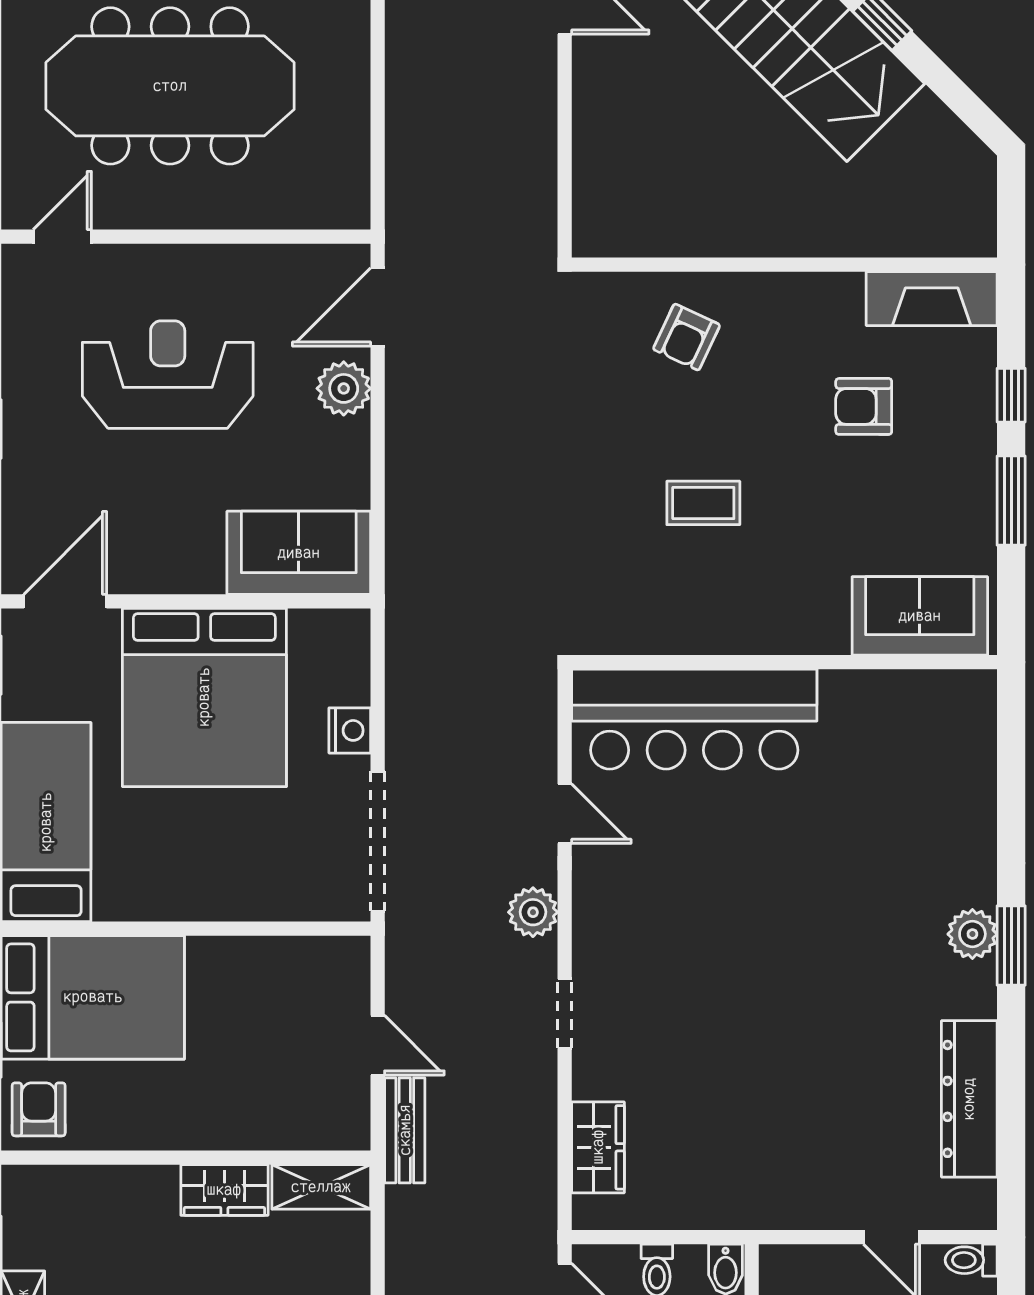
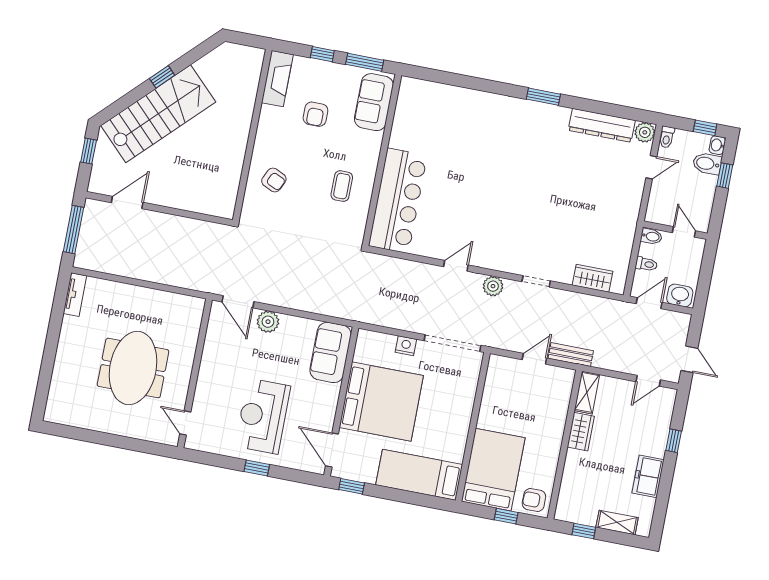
meeting table: (170, 86) -> (133, 368), width x0.73
reception desk: (168, 375) -> (263, 416), moved
sofa: (920, 616) -> (374, 102), moved
wall: (784, 662) -> (382, 160), moved
bar counter: (694, 719) -> (398, 201), moved
plant: (972, 934) -> (645, 132), moved

